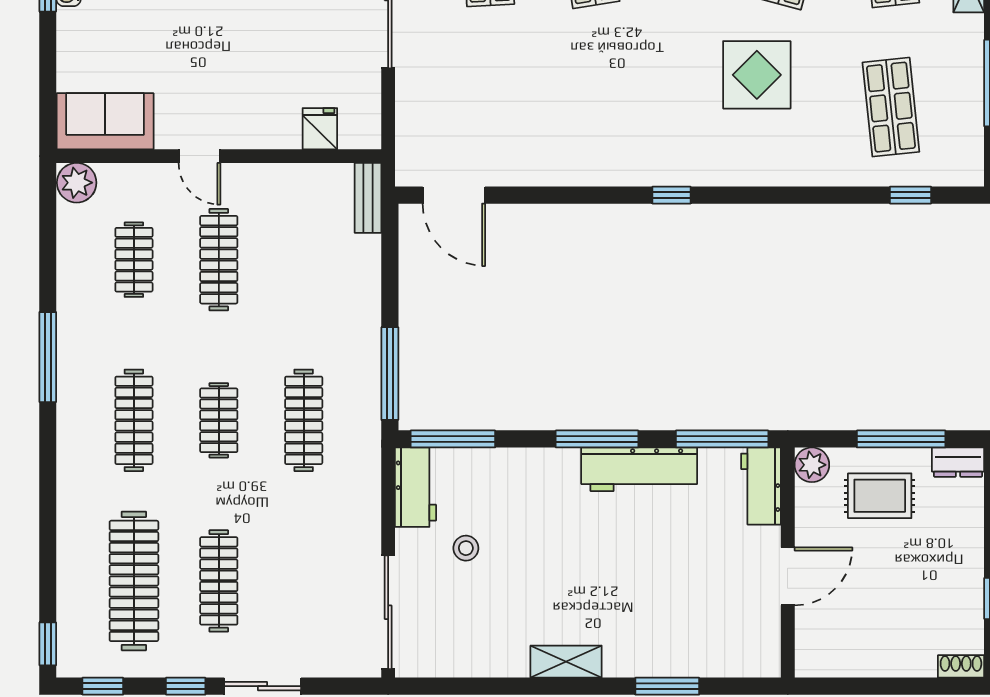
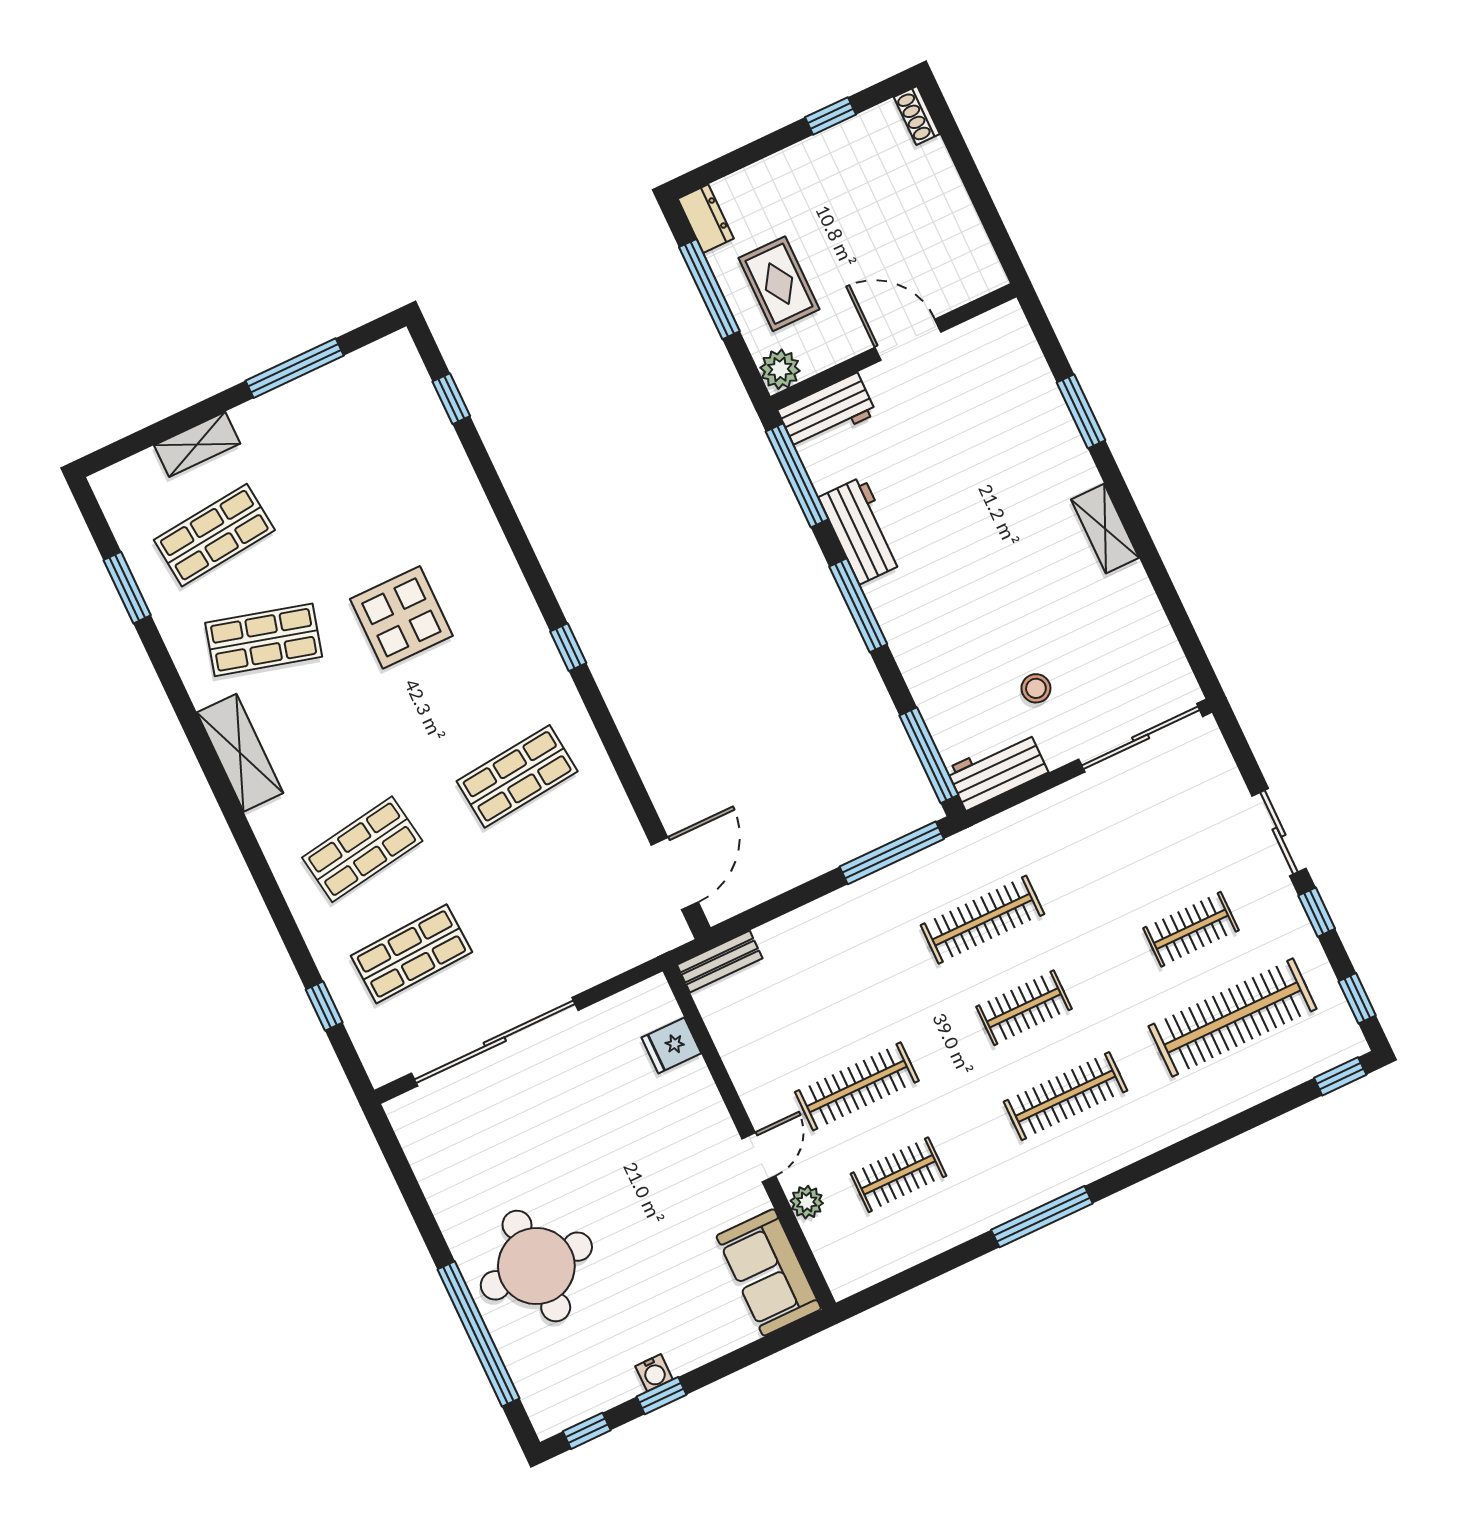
shop shelf: (891, 107) -> (517, 776), moved
plant: (77, 183) -> (807, 1202), moved, width x0.73, depth x0.73
workbench: (639, 469) -> (861, 530), width x0.73
clothes rail: (219, 581) -> (1191, 929), width x0.73

